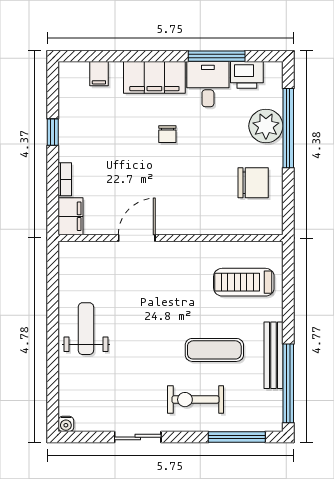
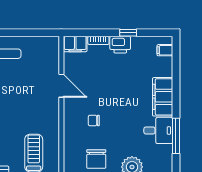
filing cabinet: (99, 74) -> (165, 50), moved
printer: (247, 75) -> (120, 45), moved, turned -90
chair: (167, 134) -> (94, 120), moved

